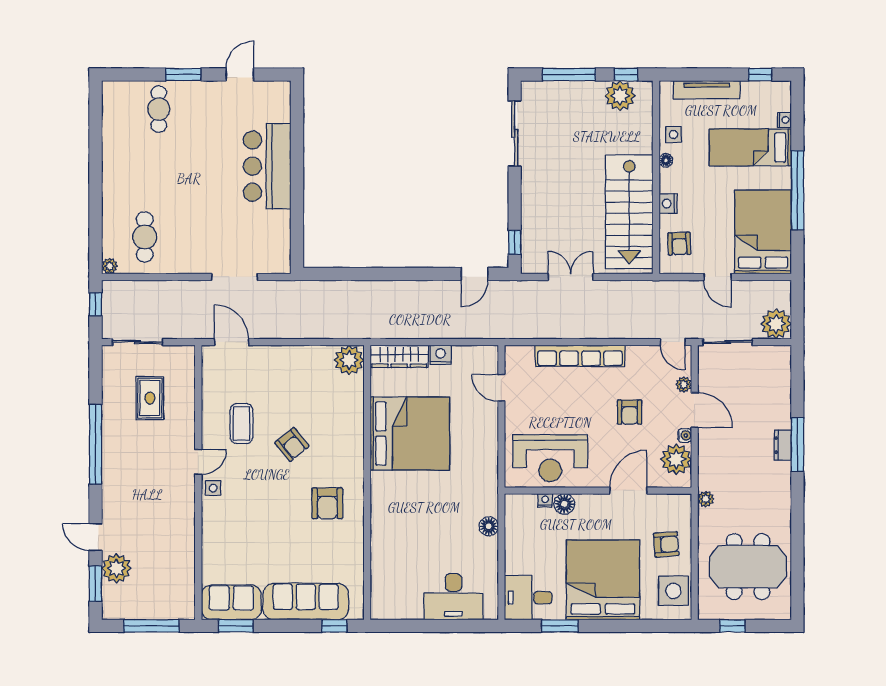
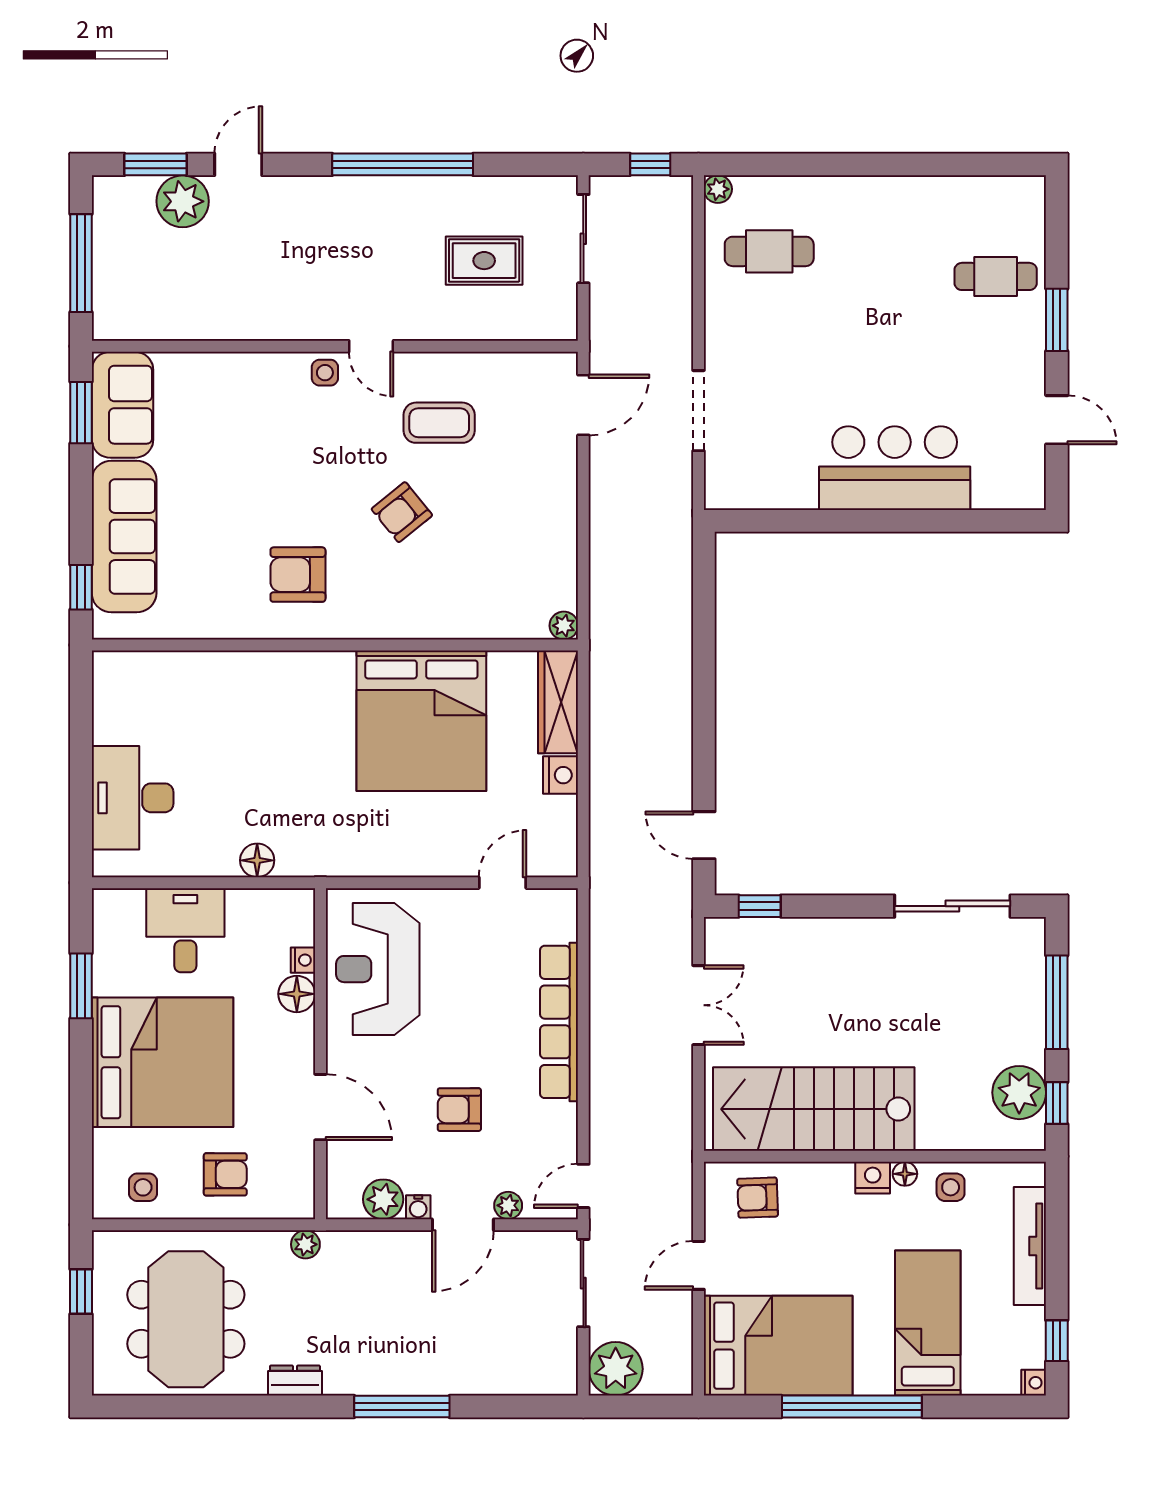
nightstand: (784, 120) -> (1034, 1383), moved, turned -90
nightstand: (668, 204) -> (873, 1178), moved
plant: (349, 360) -> (564, 626), width x0.53, depth x0.53
dresser: (783, 445) -> (295, 1381), moved
plant: (676, 459) -> (383, 1199), width x0.73, depth x0.73
armchair: (666, 544) -> (225, 1174), turned -86
side table: (674, 591) -> (143, 1187), width x0.54, depth x0.54
desk: (528, 598) -> (185, 930), moved

